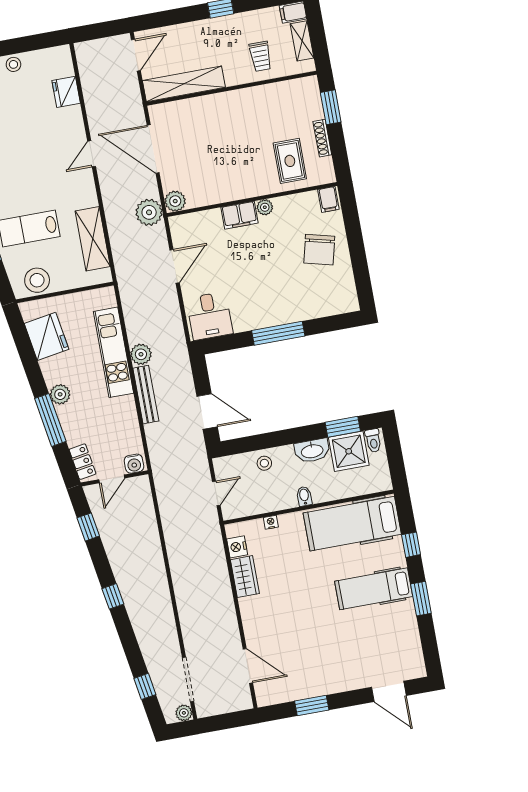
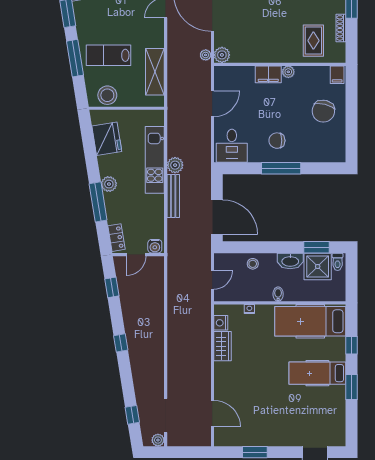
plant: (149, 212) -> (206, 55), width x0.53, depth x0.53
chair: (266, 298) -> (277, 141), added
door: (207, 412) -> (217, 217), width x1.36

